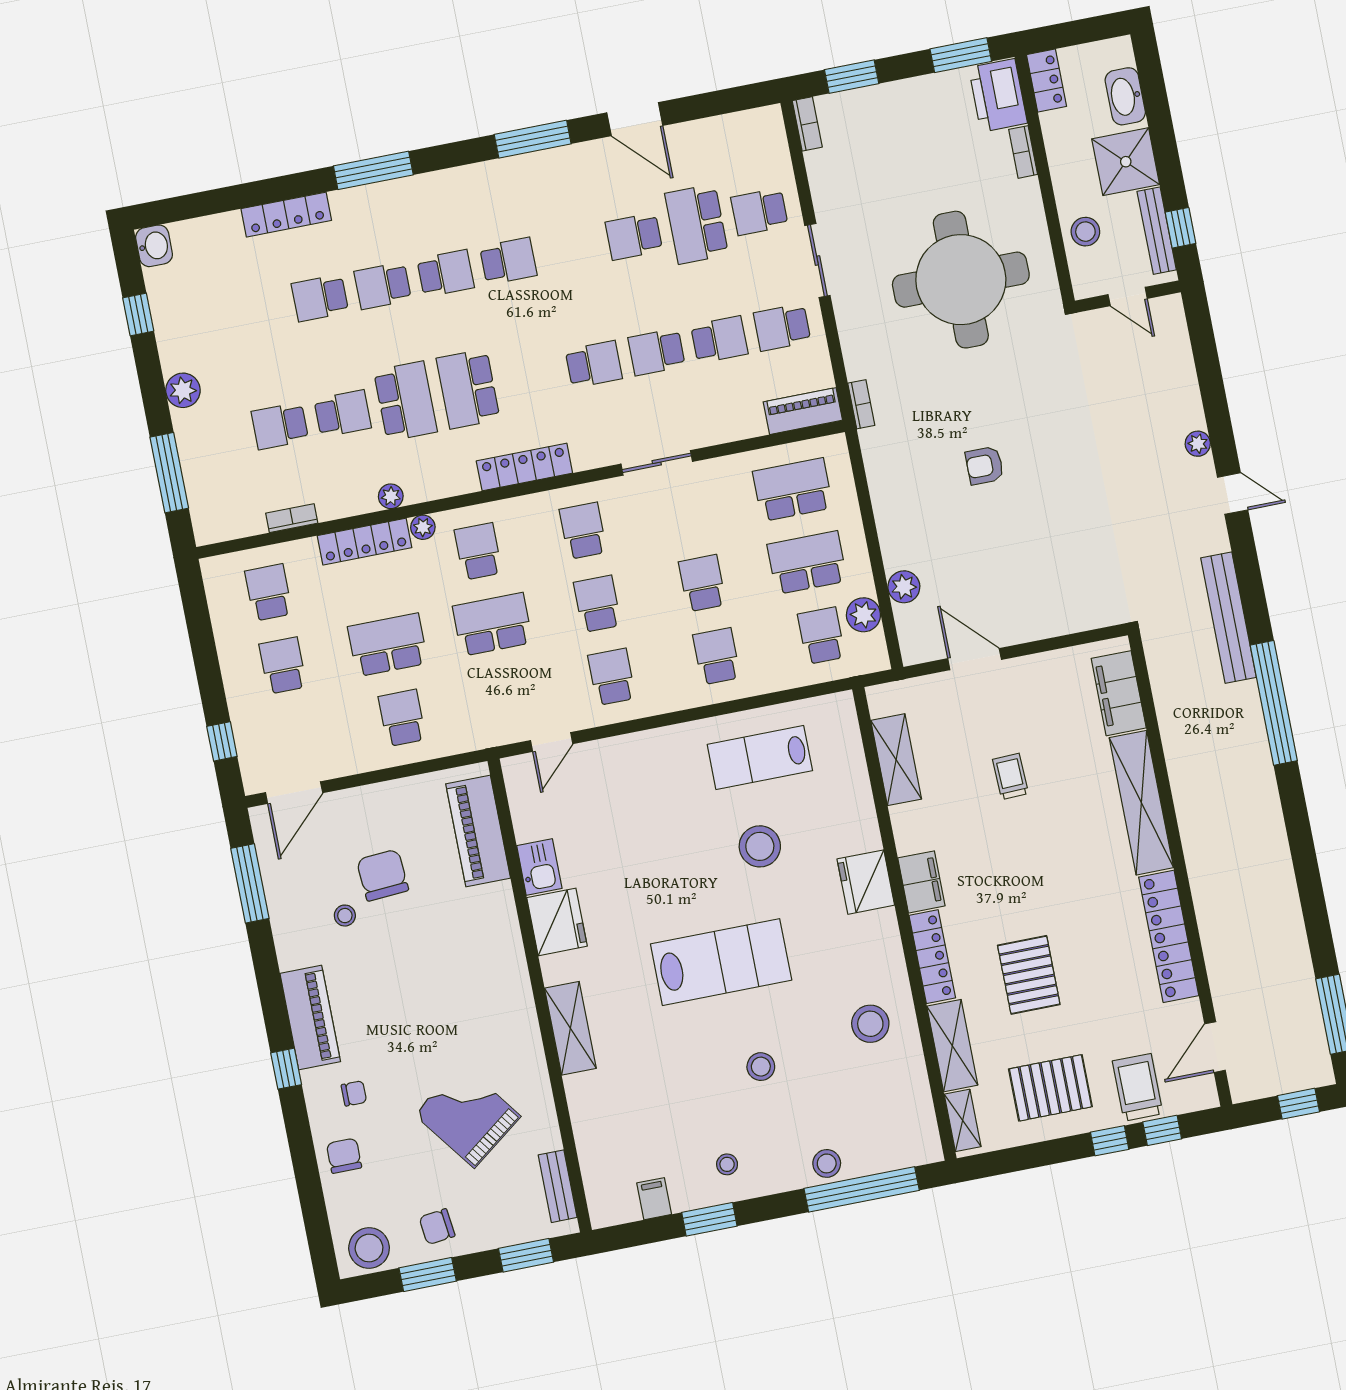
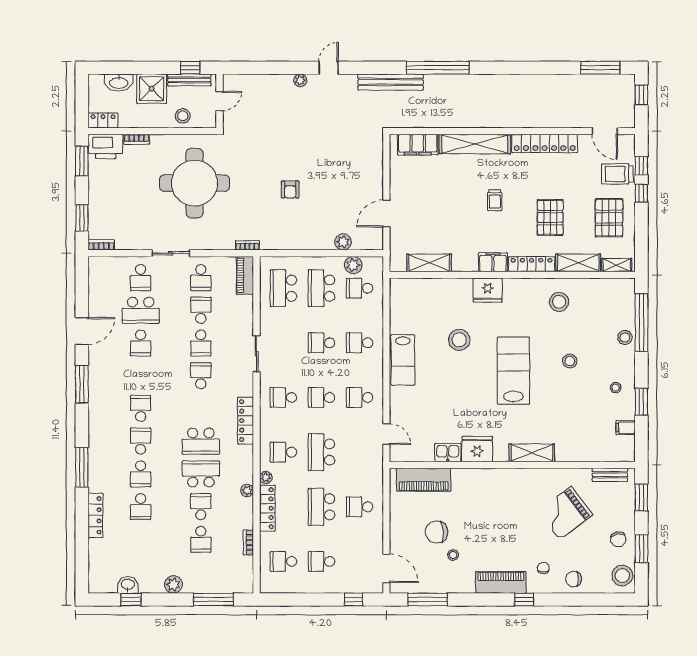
washbasin: (154, 246) -> (128, 585), moved
lab bench: (760, 758) -> (403, 360), moved
trolley: (1011, 776) -> (495, 200), moved, turned -88
pallet: (1029, 975) -> (550, 217), turned 90

